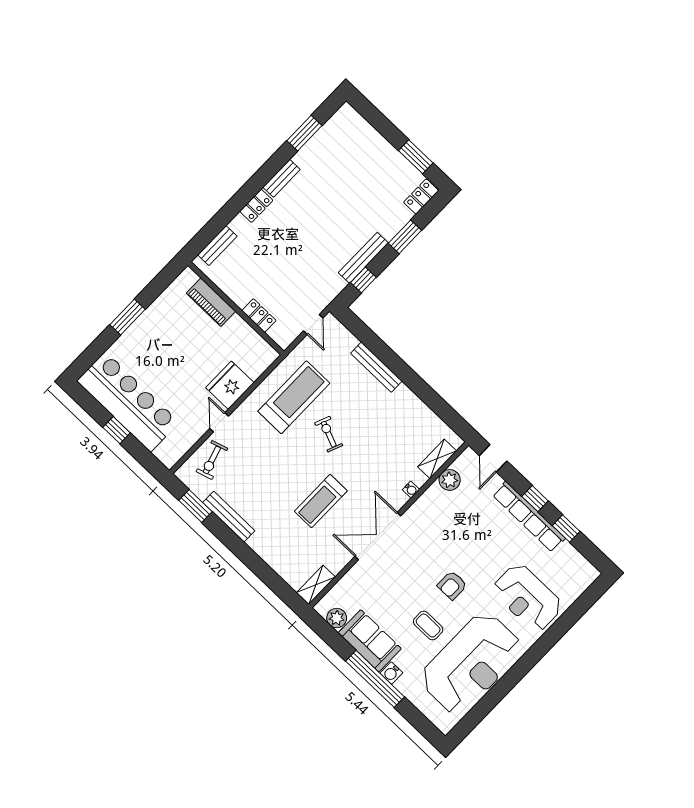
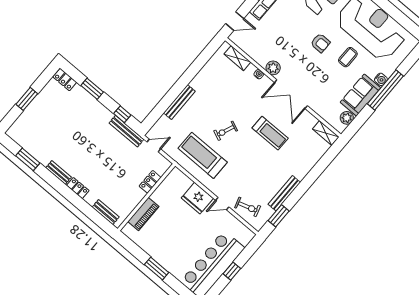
window: (416, 157) -> (27, 99), moved
bench: (363, 258) -> (126, 131), moved
plant: (450, 480) -> (273, 68), moved

